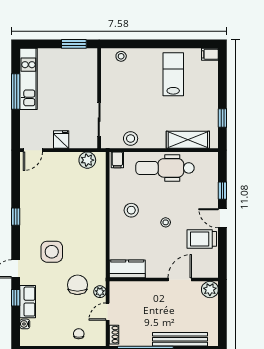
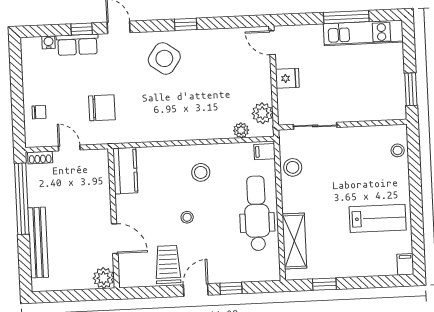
side table: (52, 252) -> (164, 58), moved, turned 35
plant: (100, 292) -> (241, 130), moved

